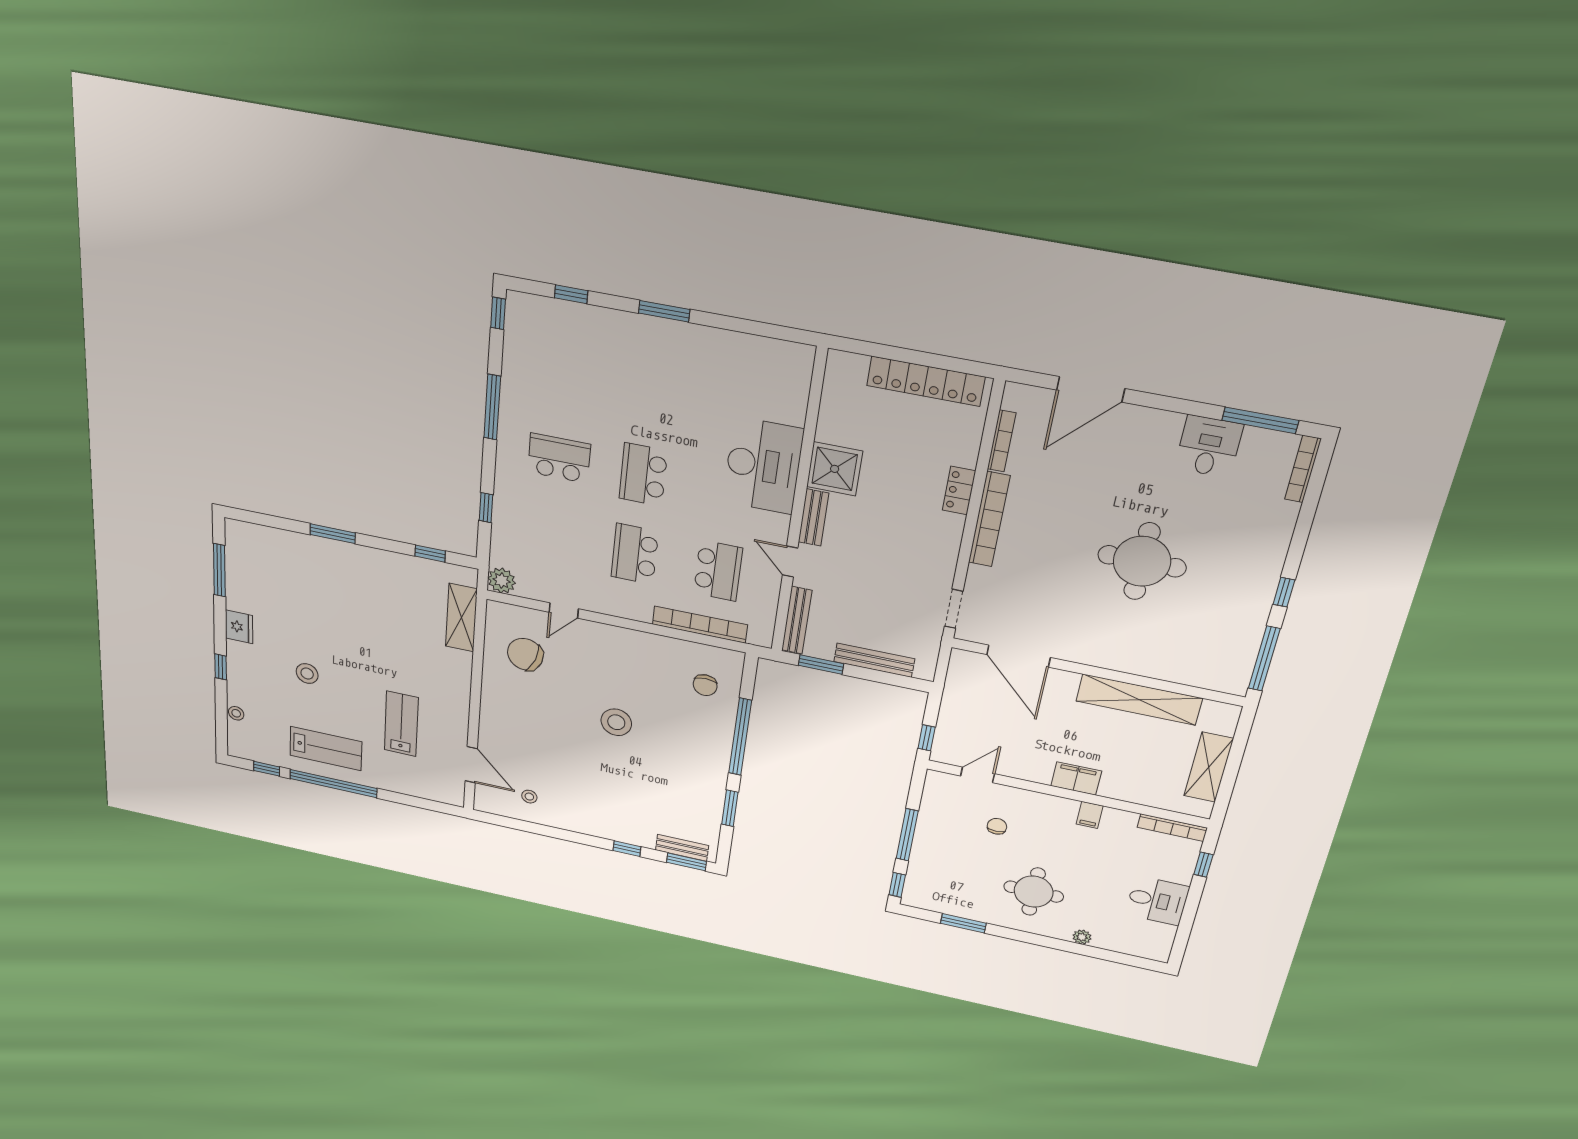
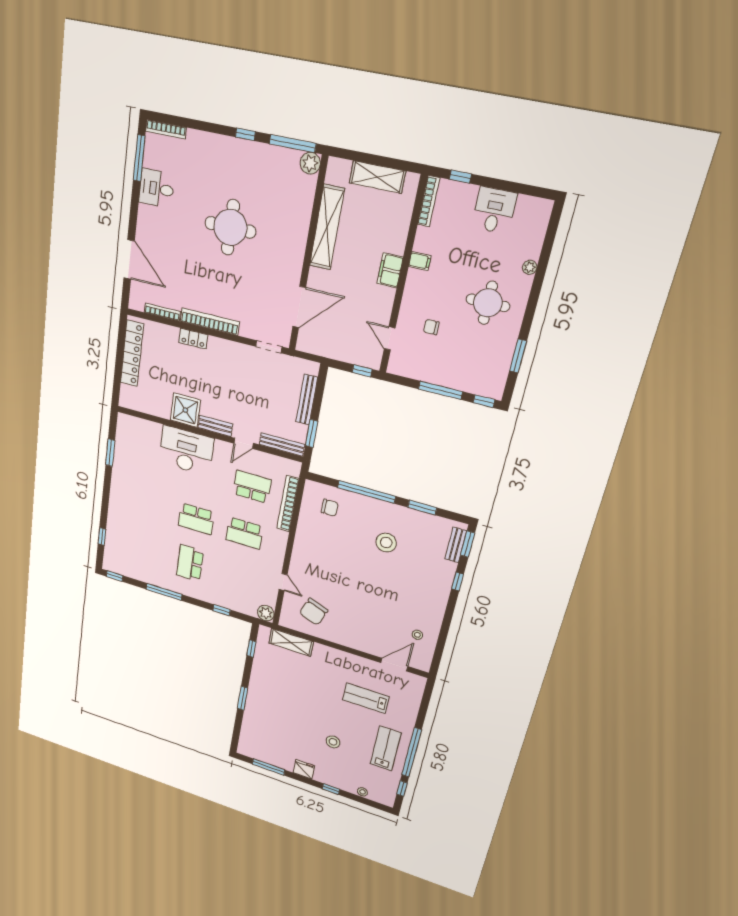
window: (664, 311) -> (110, 453), moved
plant: (1234, 681) -> (310, 163), added
stool: (616, 722) -> (386, 543), moved

